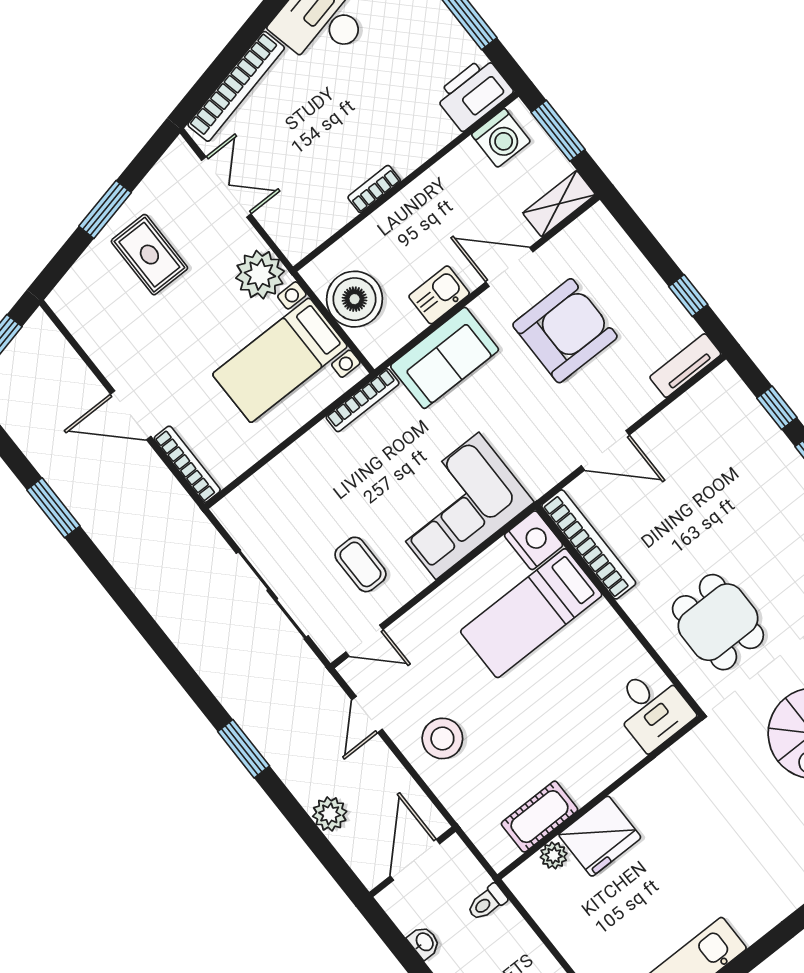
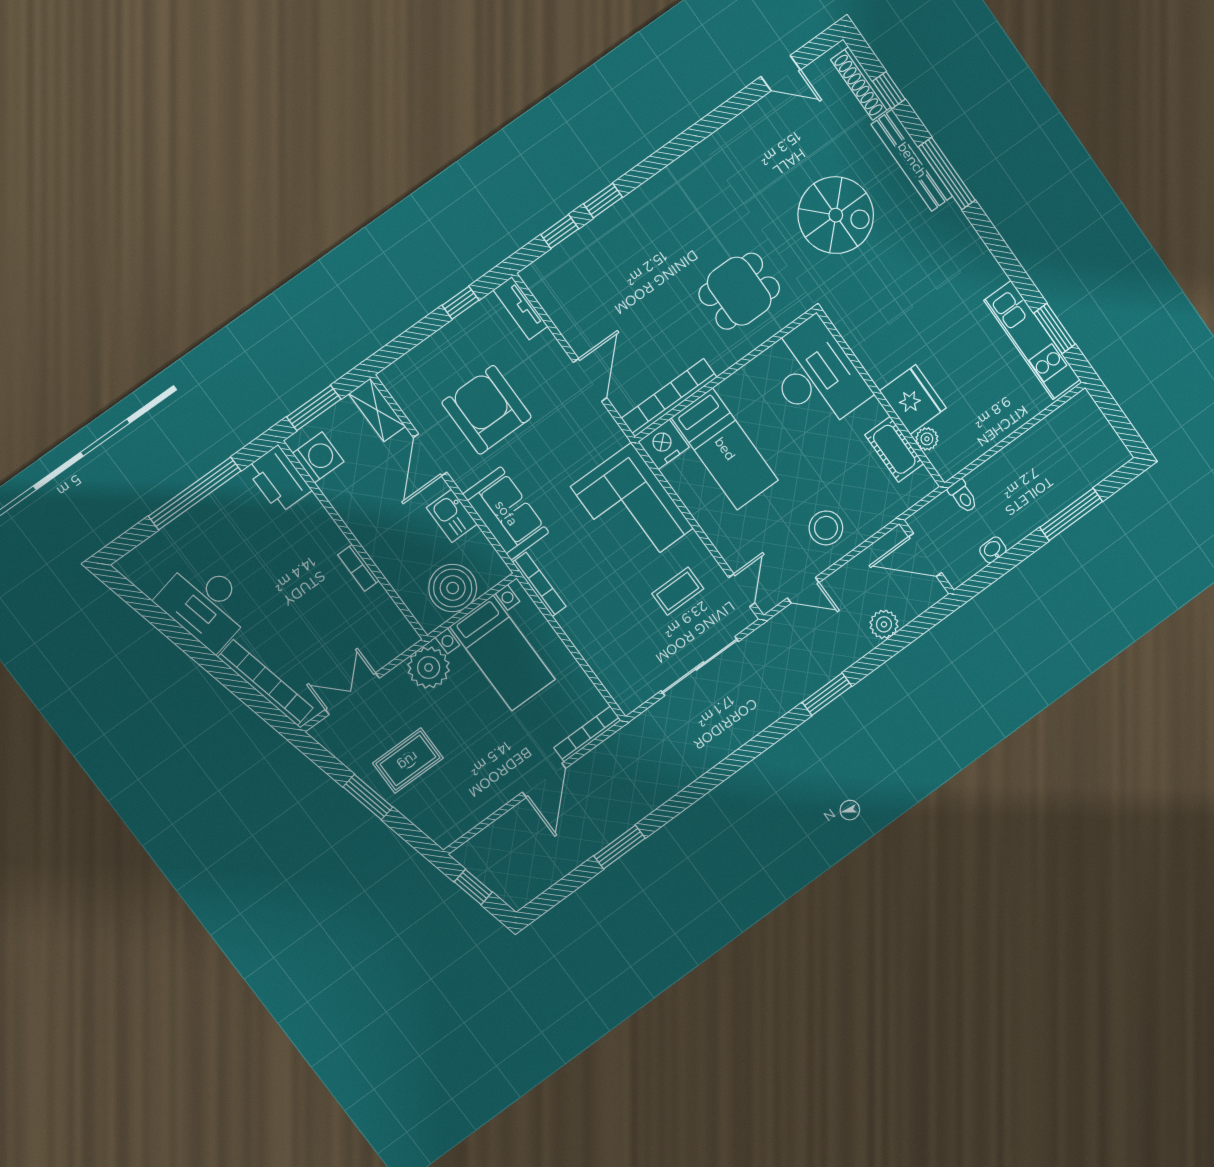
desk: (652, 708) -> (815, 375), width x1.87, depth x1.30

